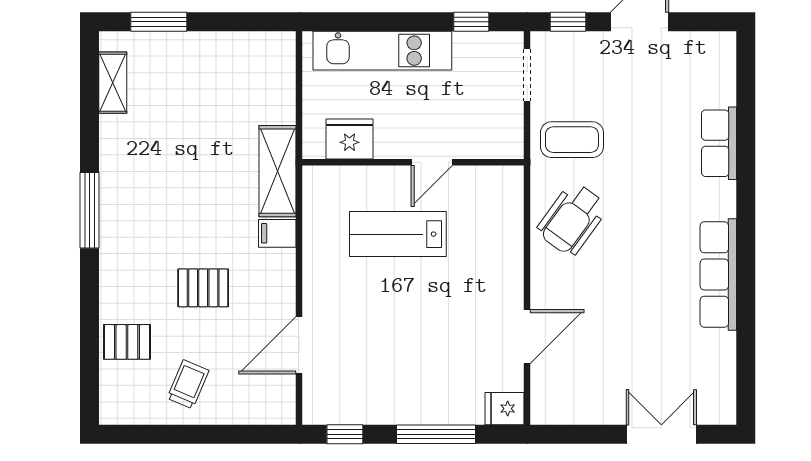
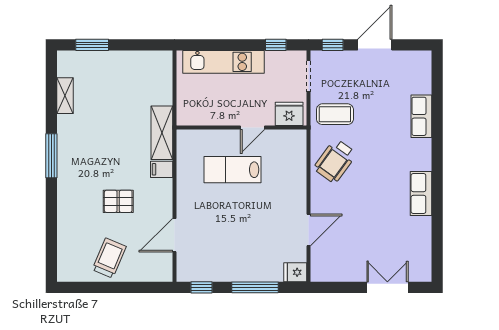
shelving: (113, 83) -> (65, 96), moved
fridge: (349, 139) -> (289, 114), moved
row of seats: (718, 275) -> (421, 193), width x0.68
pallet: (127, 342) -> (73, 233), removed
trolley: (188, 384) -> (109, 258), width x1.36, depth x1.39

